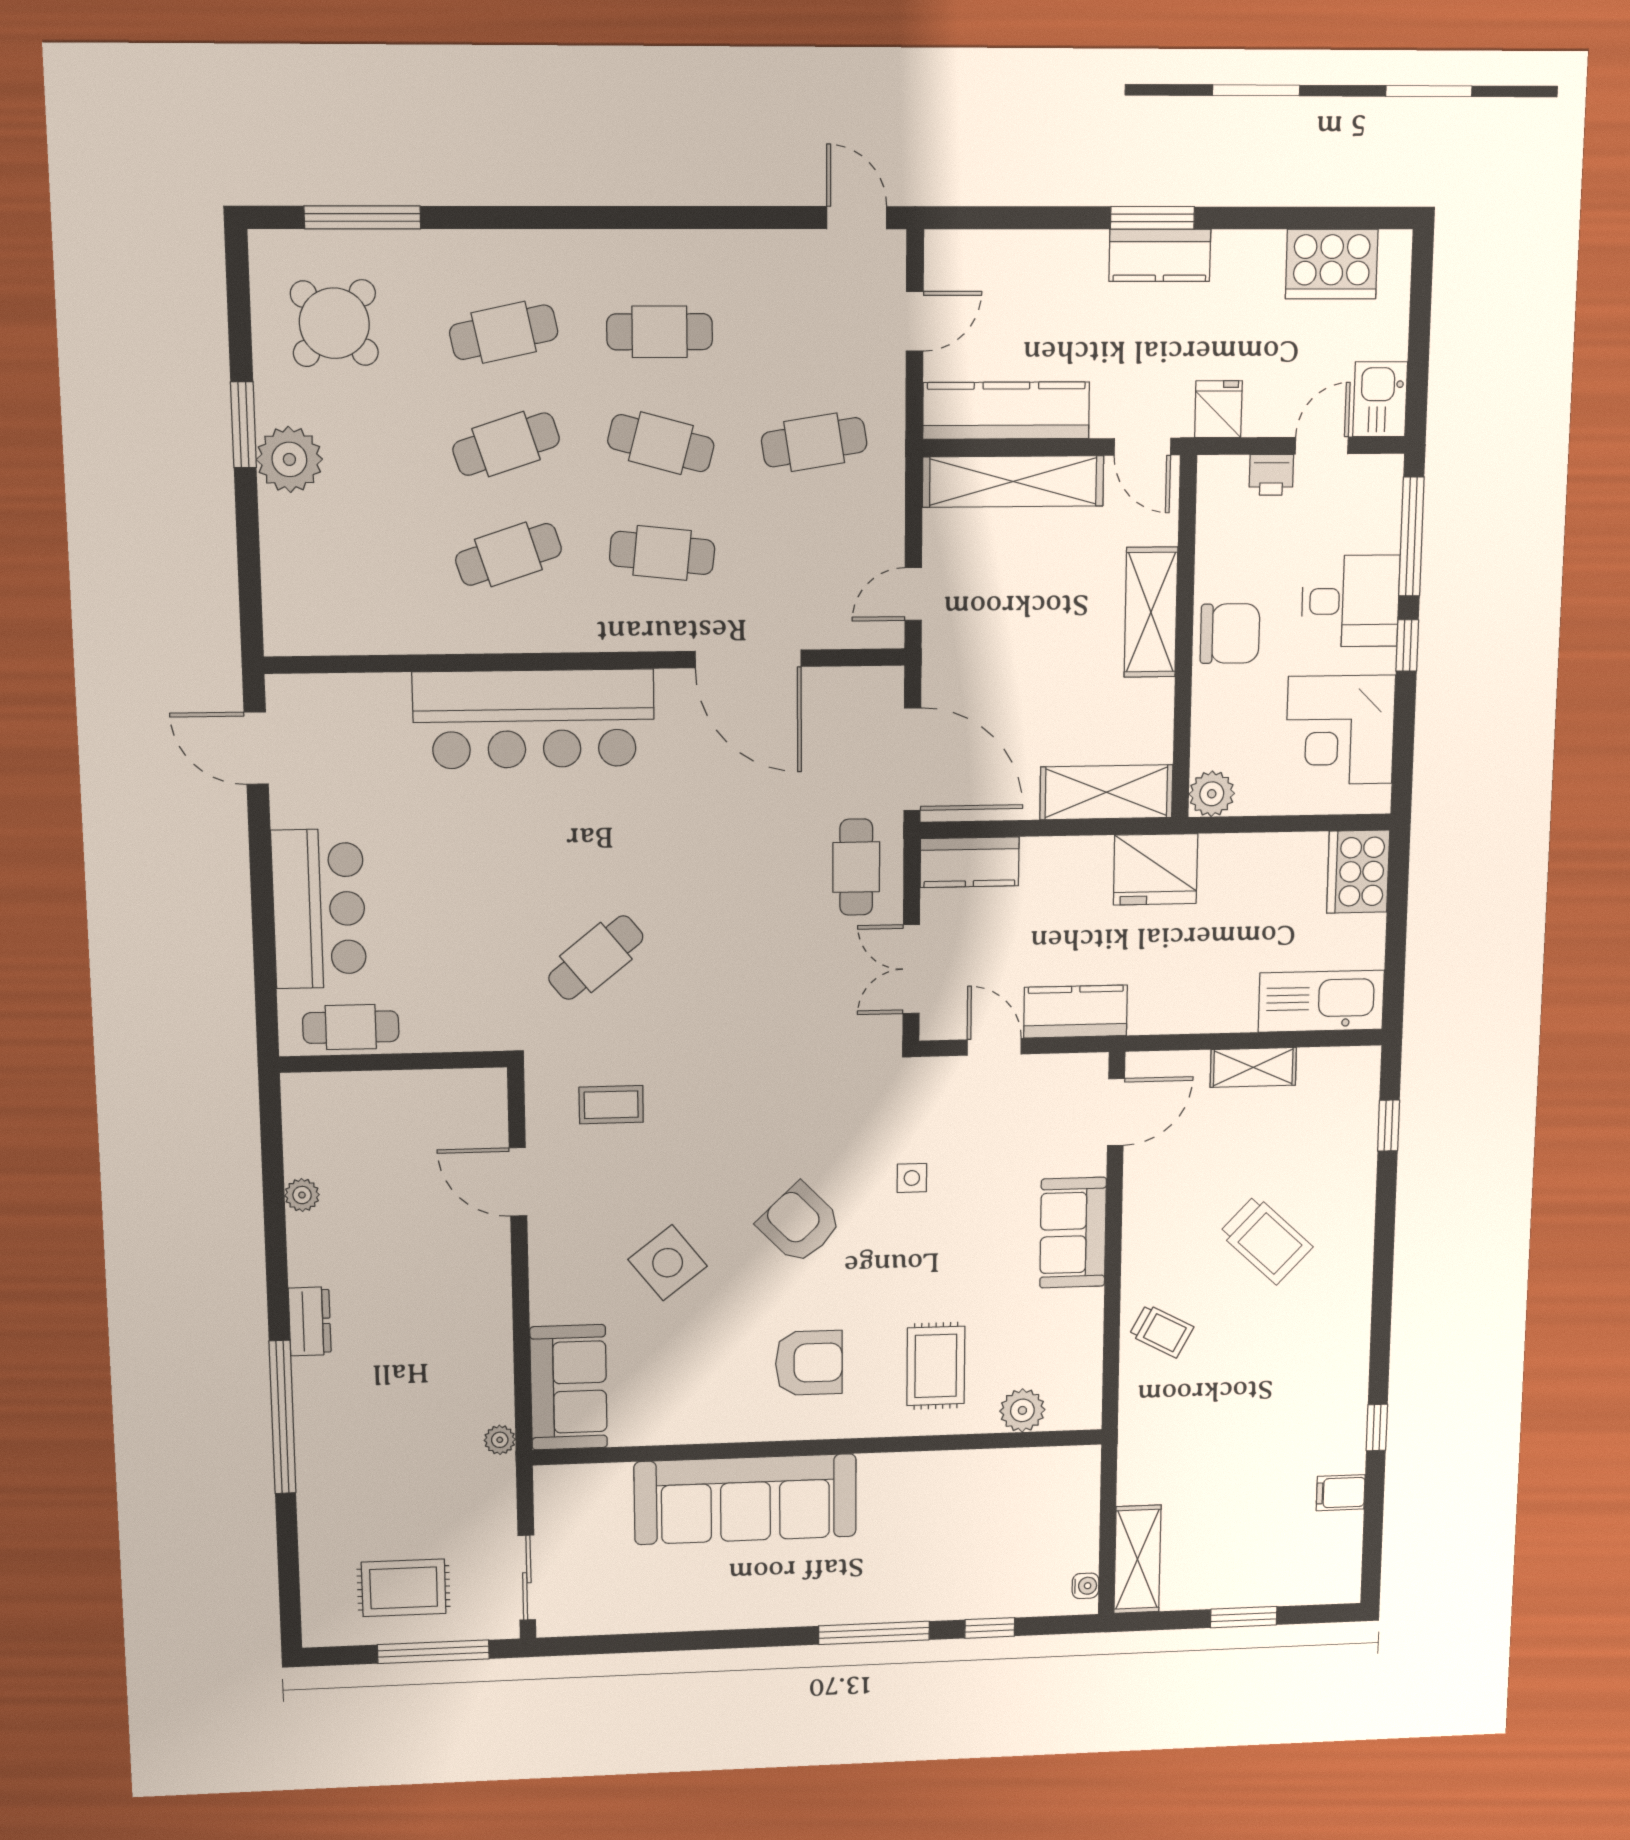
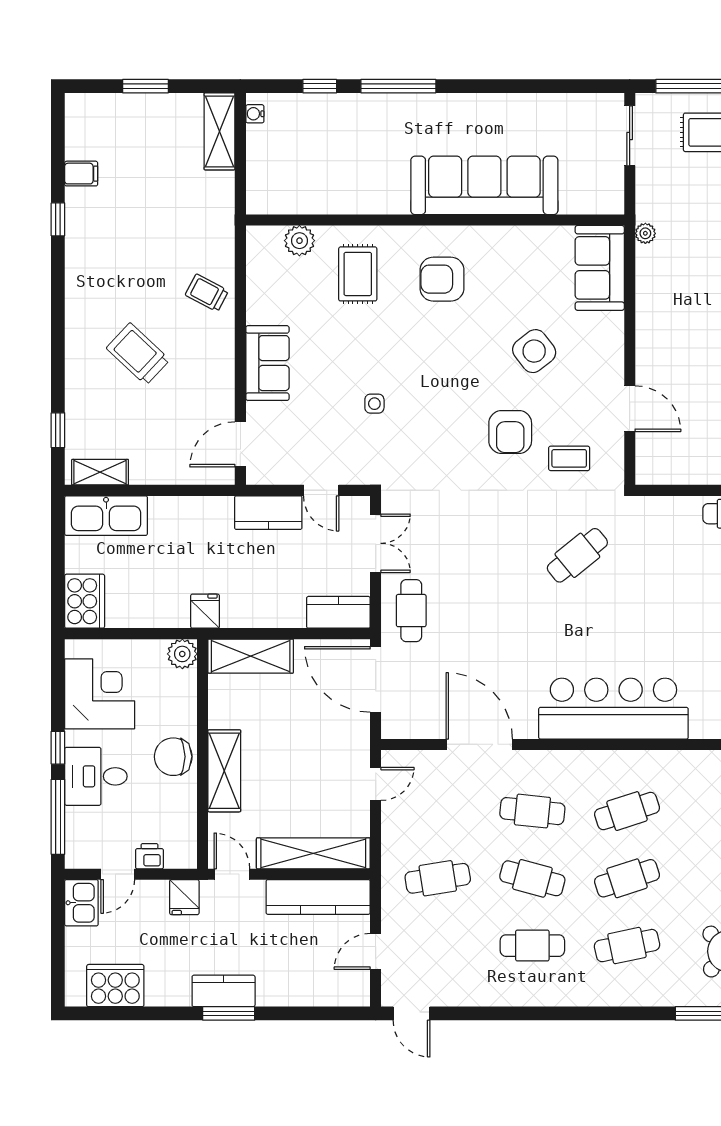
fridge: (1156, 869) -> (205, 611), width x0.53, depth x0.75
shelving: (1253, 1067) -> (100, 472), moved
armchair: (800, 1223) -> (510, 432), moved, turned 44

